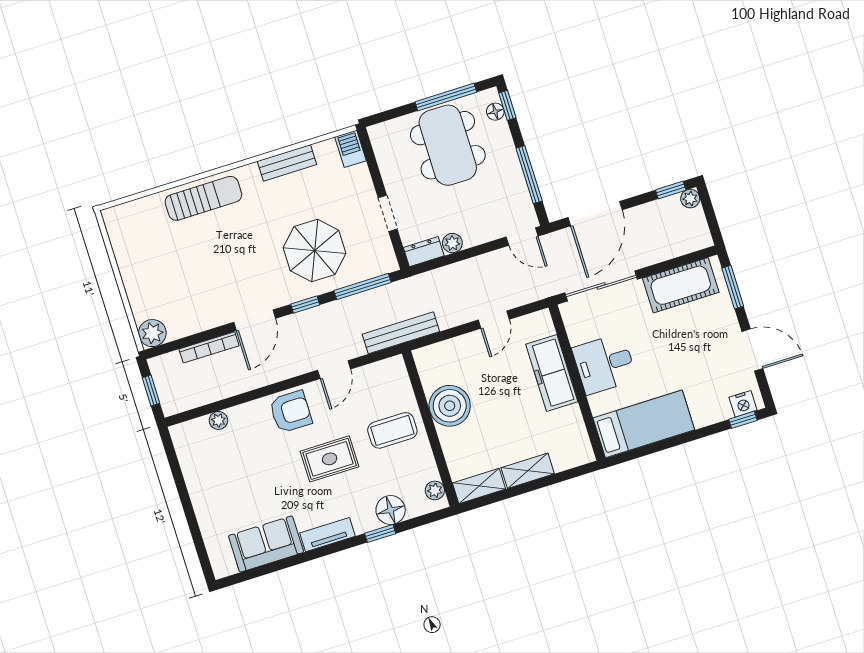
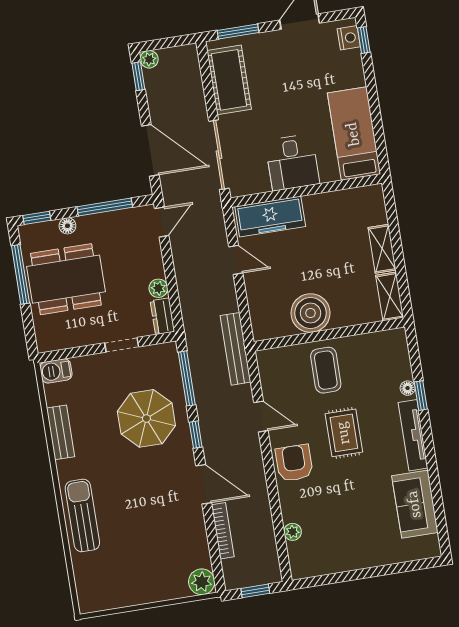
floor lamp: (495, 112) -> (67, 226), moved
freezer: (552, 373) -> (270, 217), moved
plant: (435, 490) -> (388, 338), removed
floor lamp: (391, 510) -> (408, 388), width x0.53, depth x0.53
tv unit: (328, 535) -> (413, 435), width x1.41

